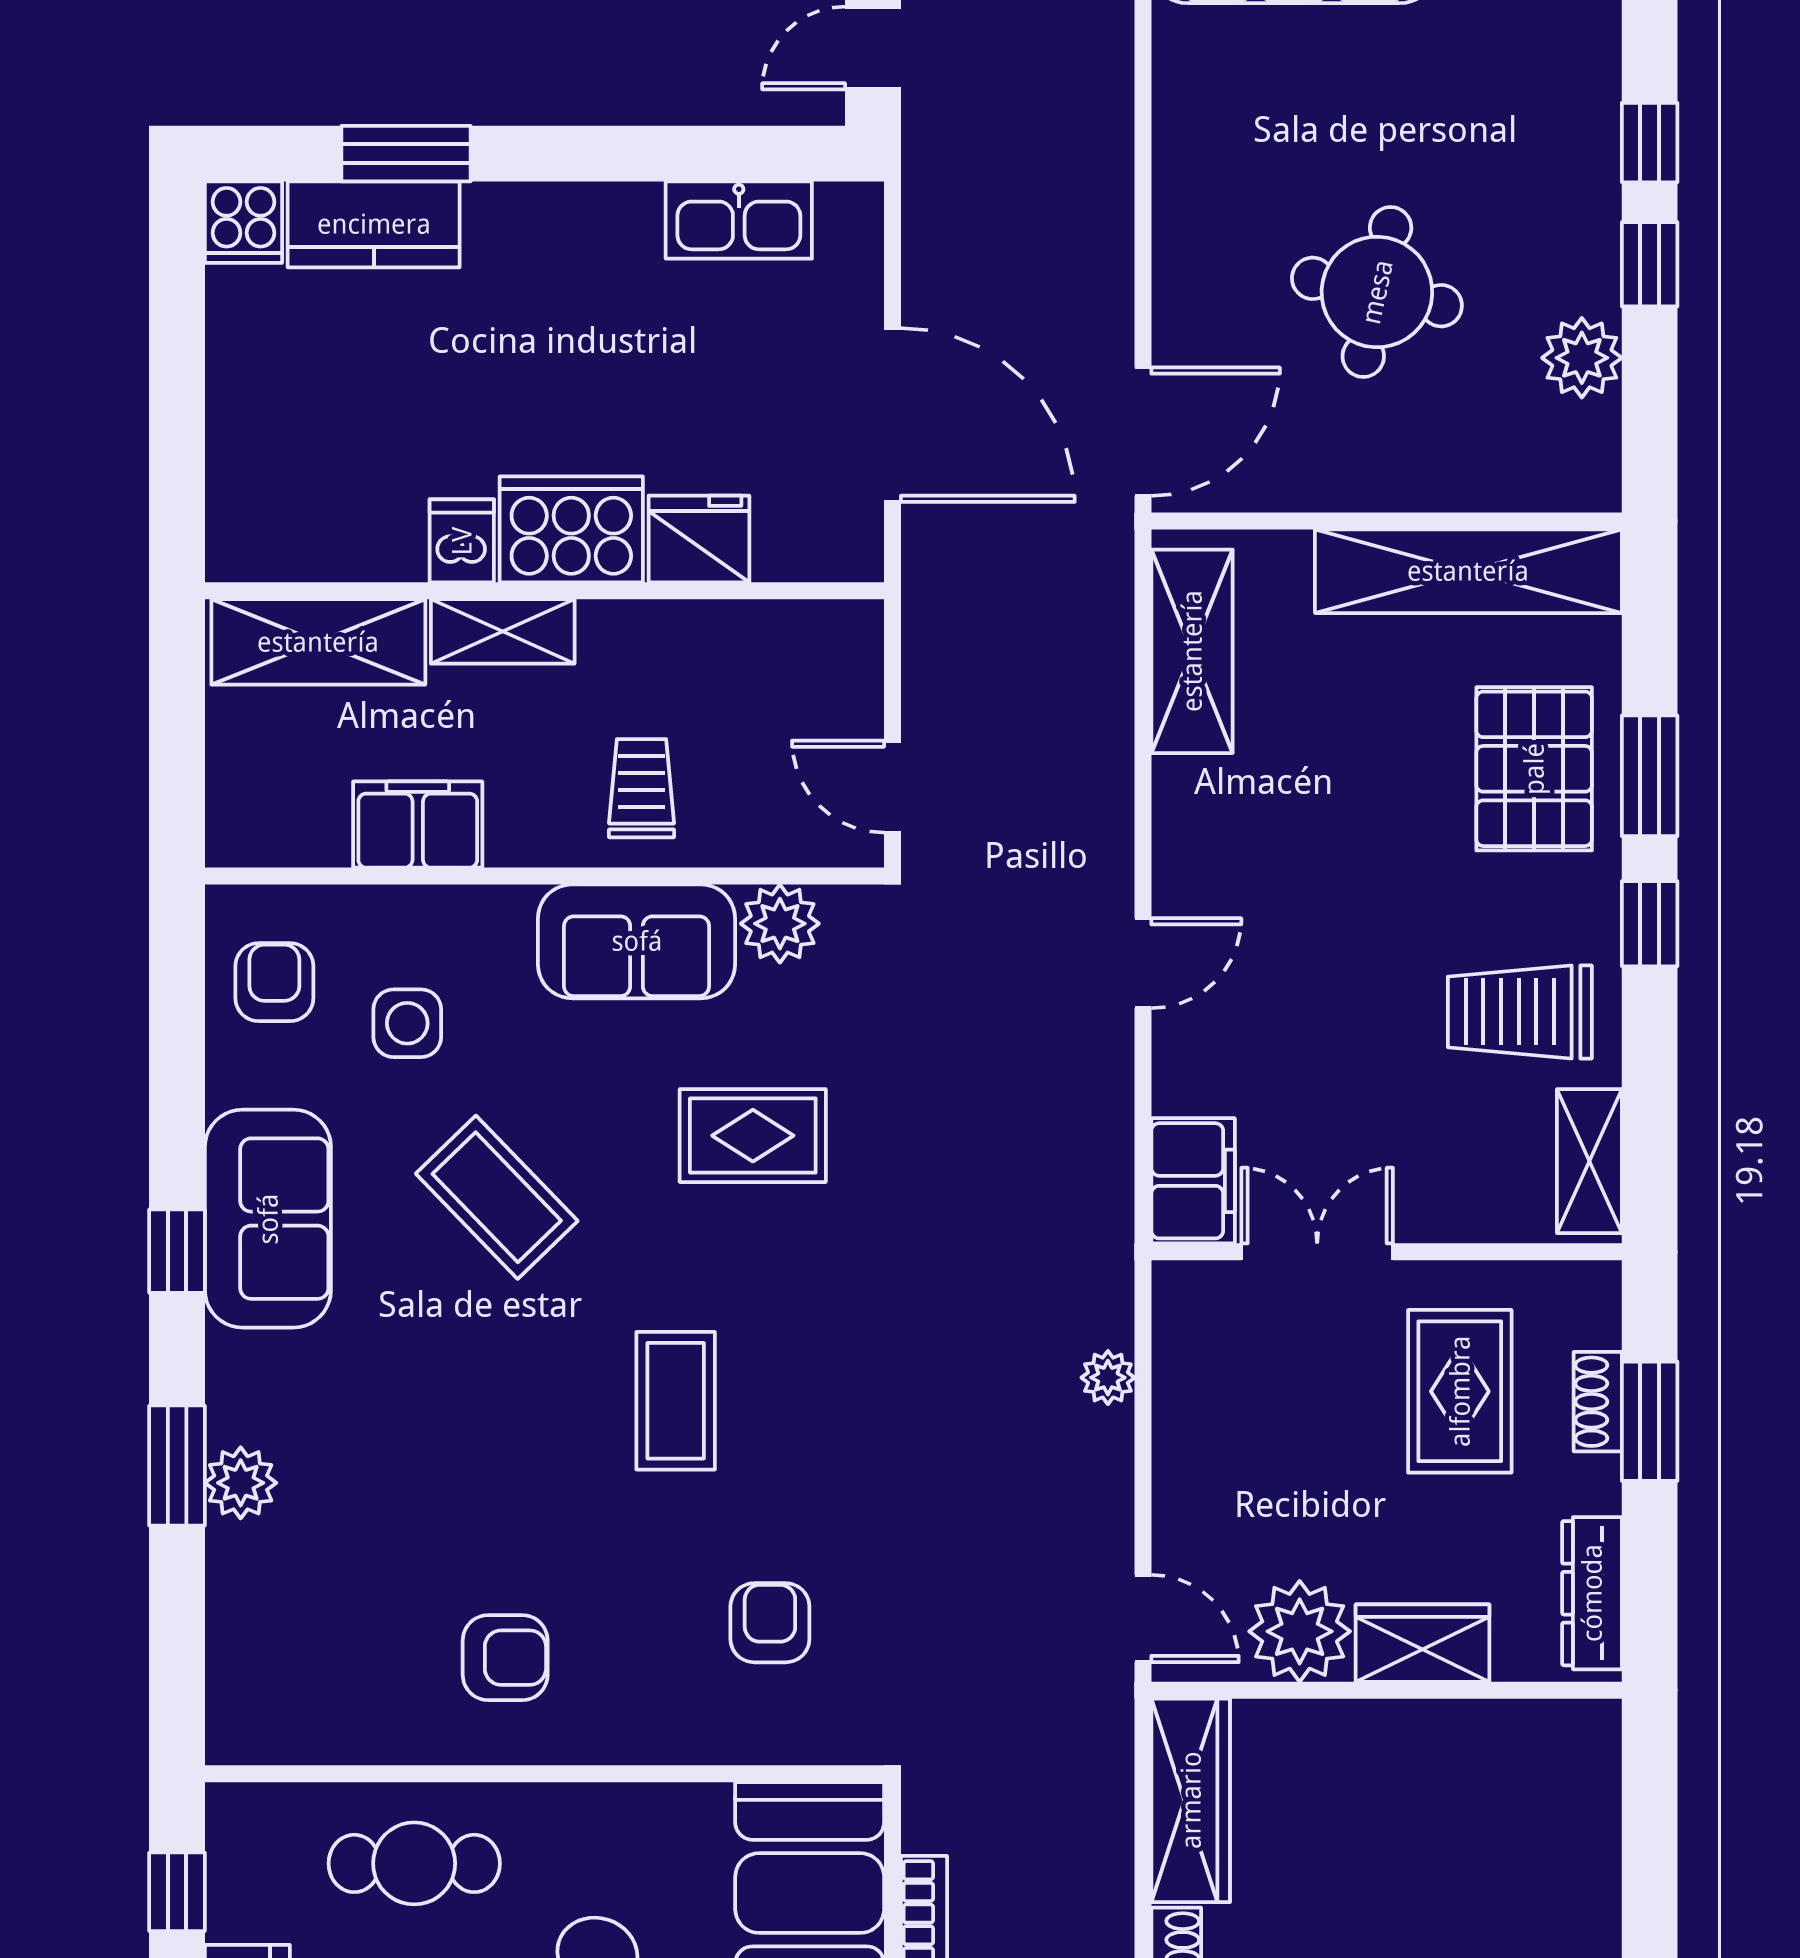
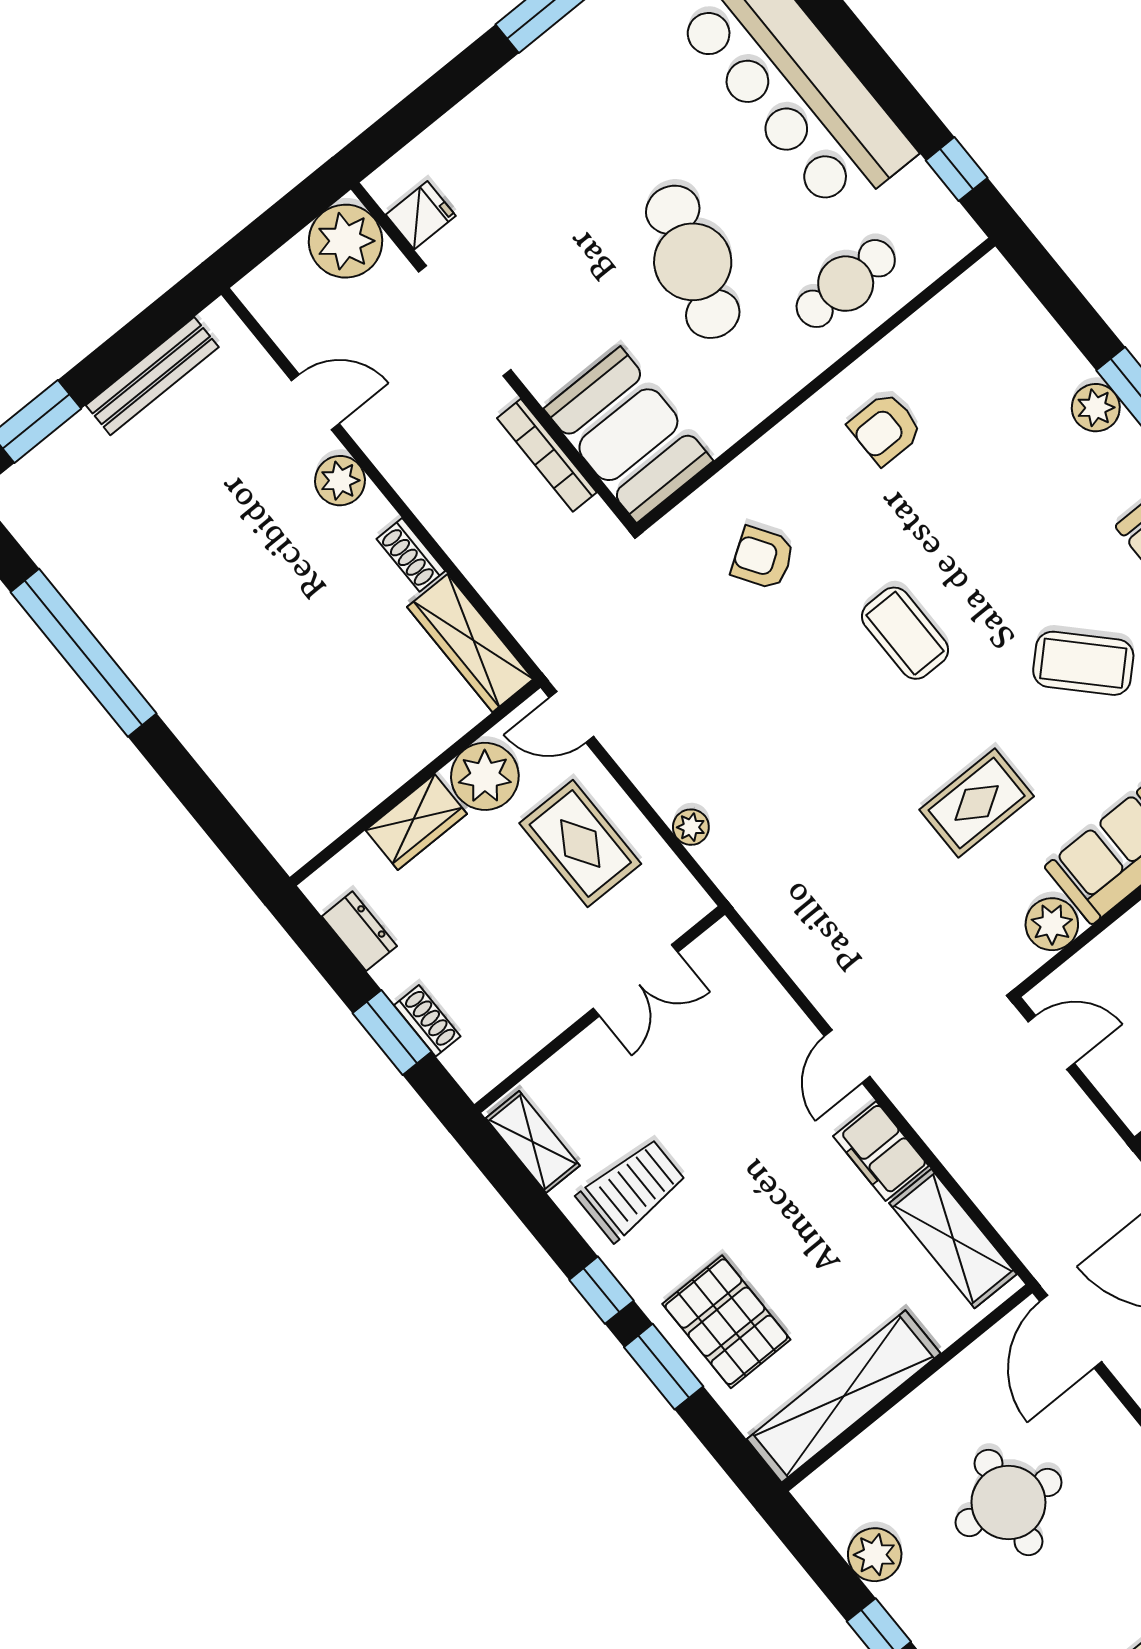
filing cabinet: (1193, 1181) -> (881, 1151), moved
rug: (1460, 1391) -> (580, 844), moved
dresser: (1592, 1593) -> (359, 931), width x0.70
armchair: (770, 1623) -> (763, 558), turned 147

